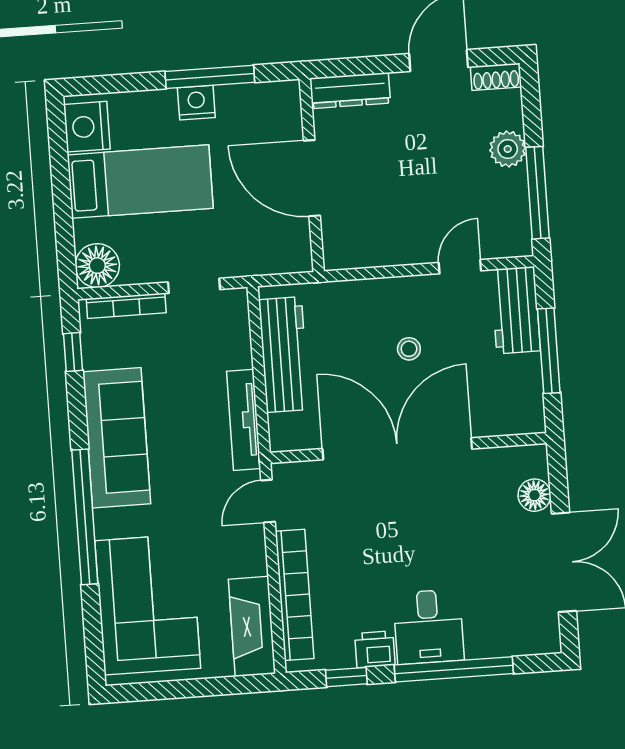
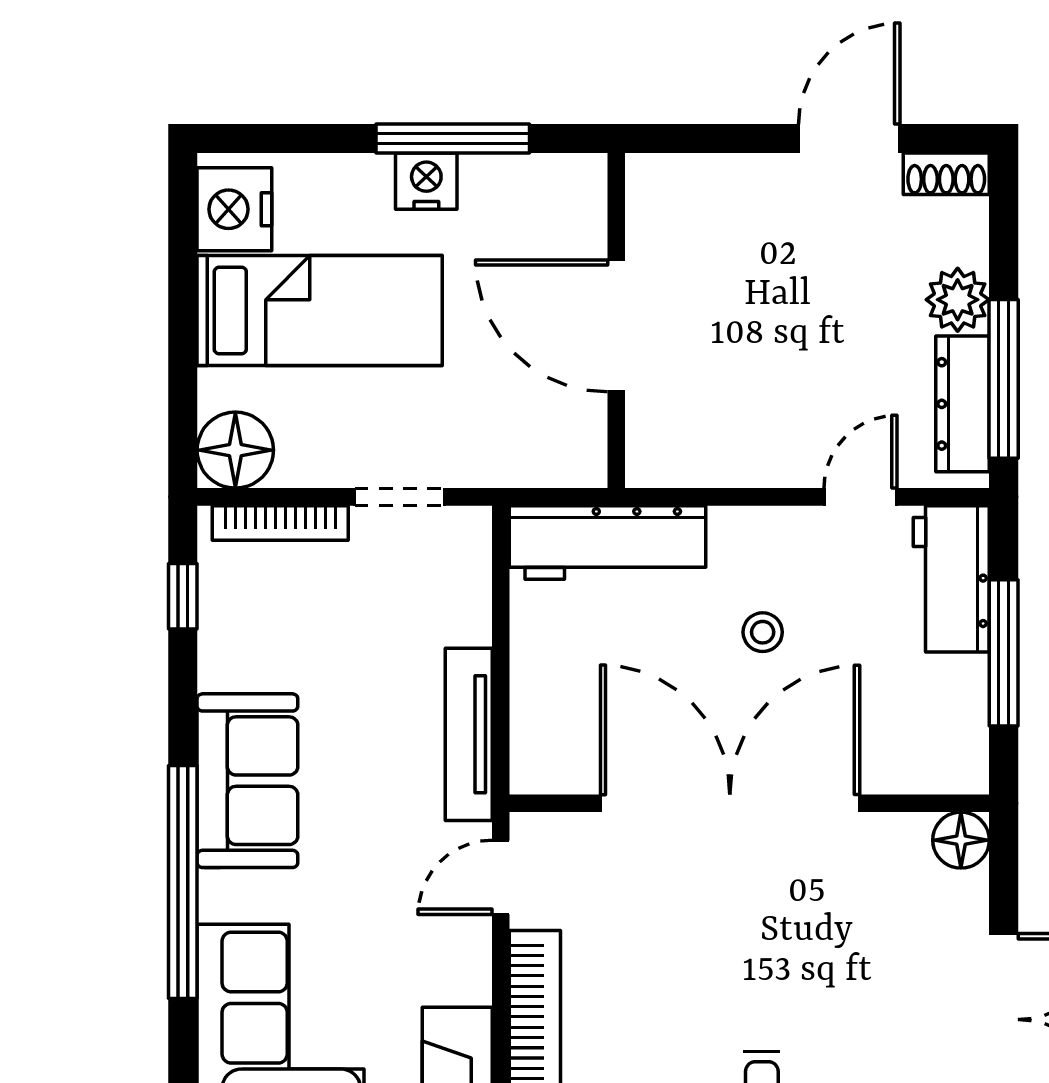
dresser: (350, 91) -> (963, 404), moved, turned 90
workbench: (284, 355) -> (607, 542), moved, turned 90
sofa: (117, 438) -> (247, 781), width x0.73
floor lamp: (534, 495) -> (961, 840), moved

